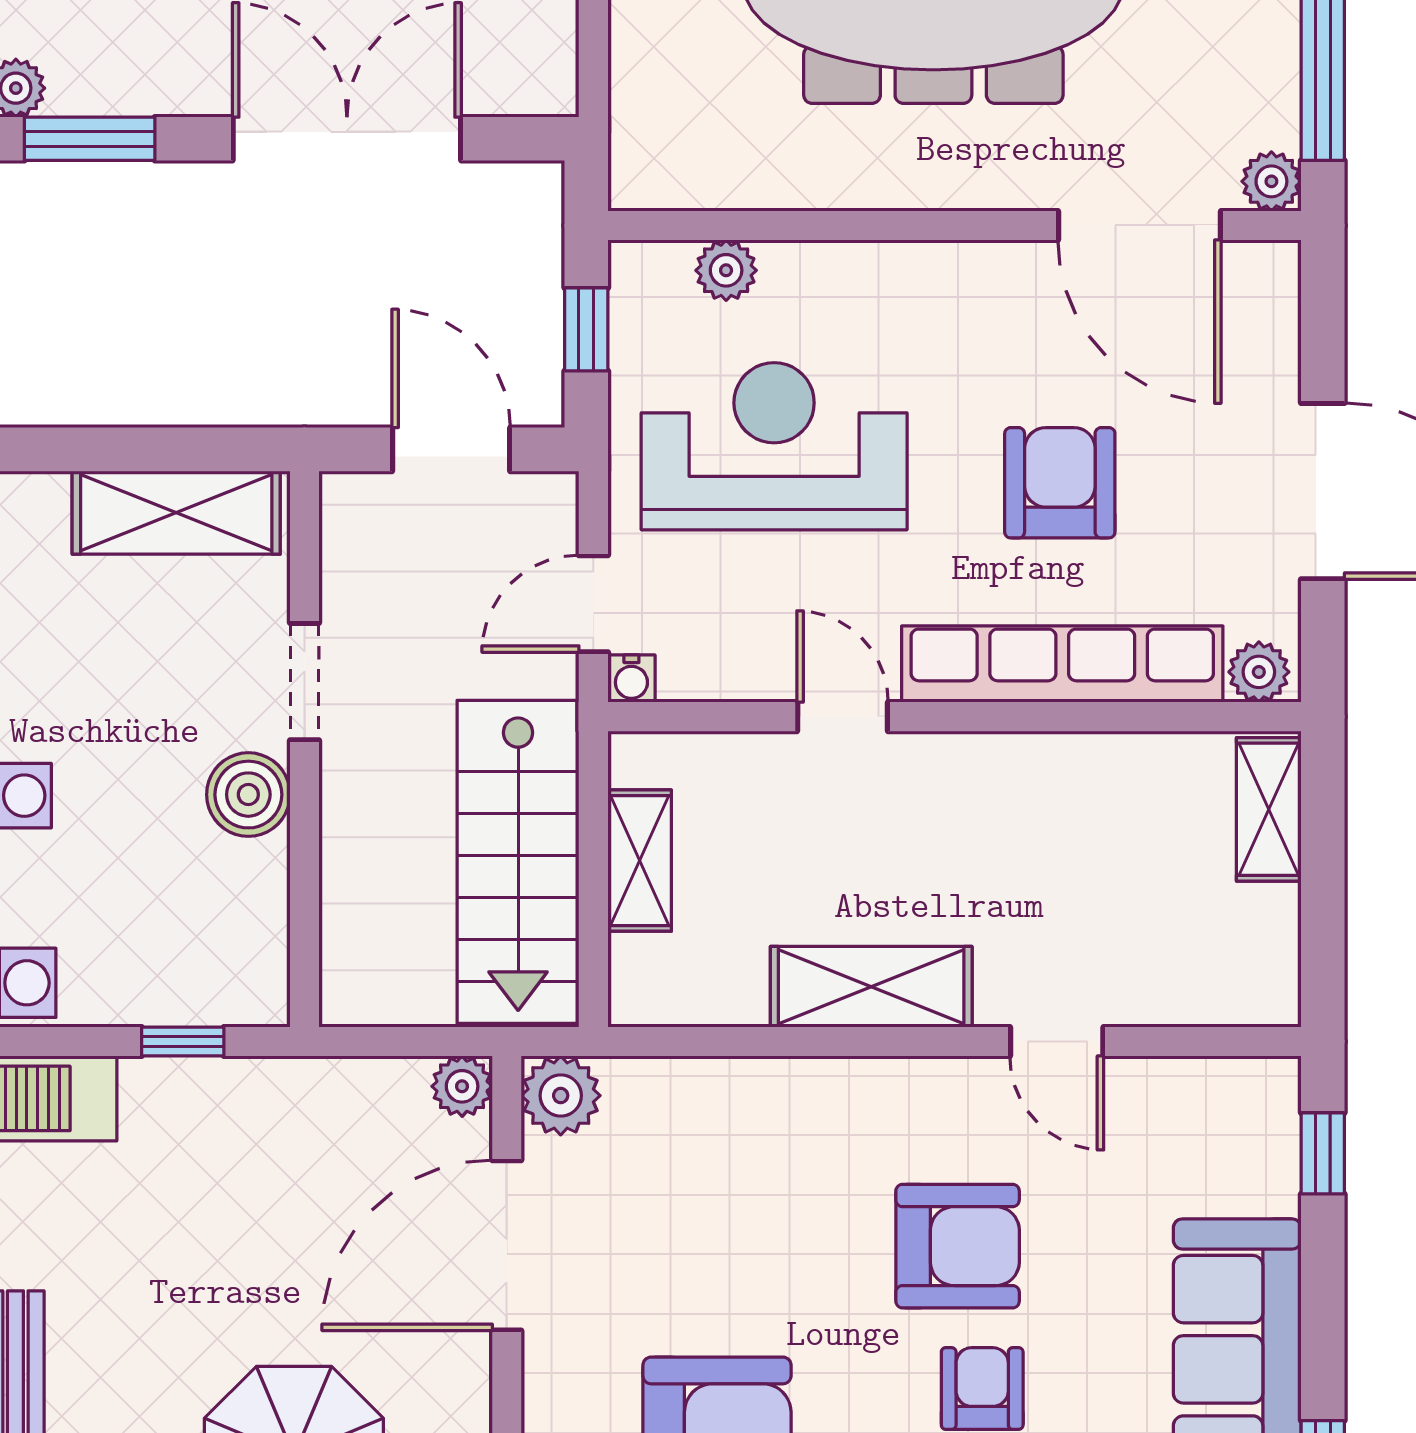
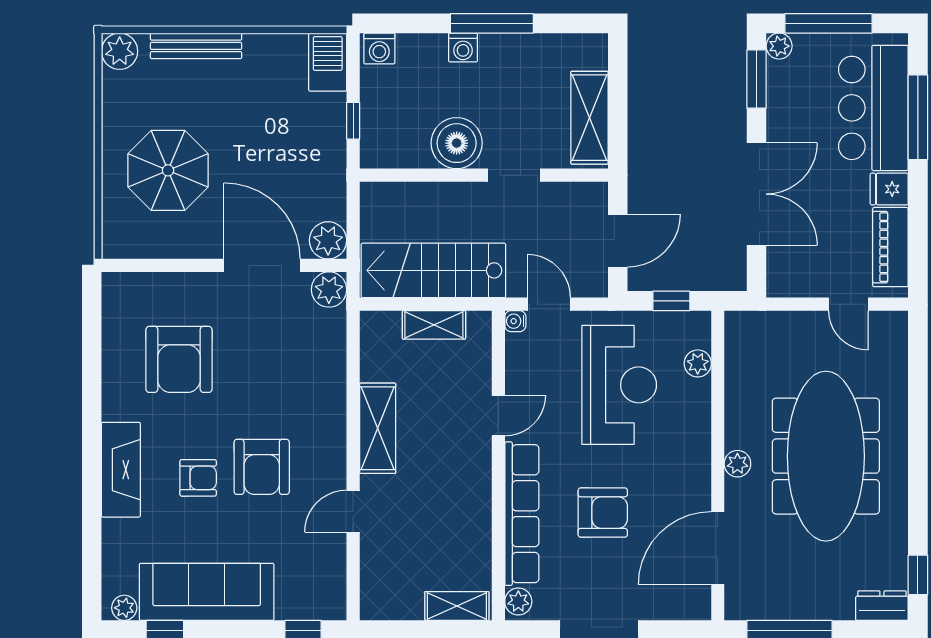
plant: (1271, 181) -> (737, 464), moved
boiler: (248, 795) -> (457, 143), width x1.37, depth x1.37
plant: (462, 1086) -> (328, 240), width x1.38, depth x1.38

